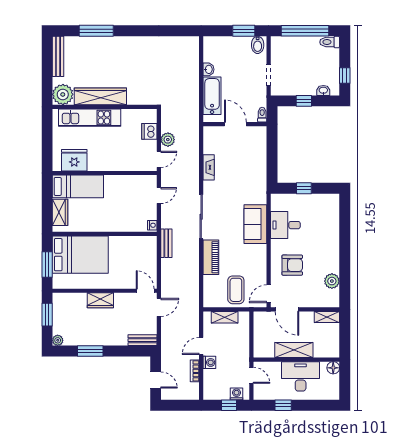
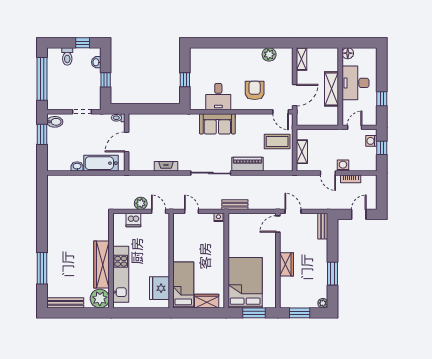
toilet: (330, 42) -> (67, 56), moved

